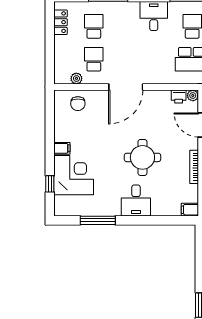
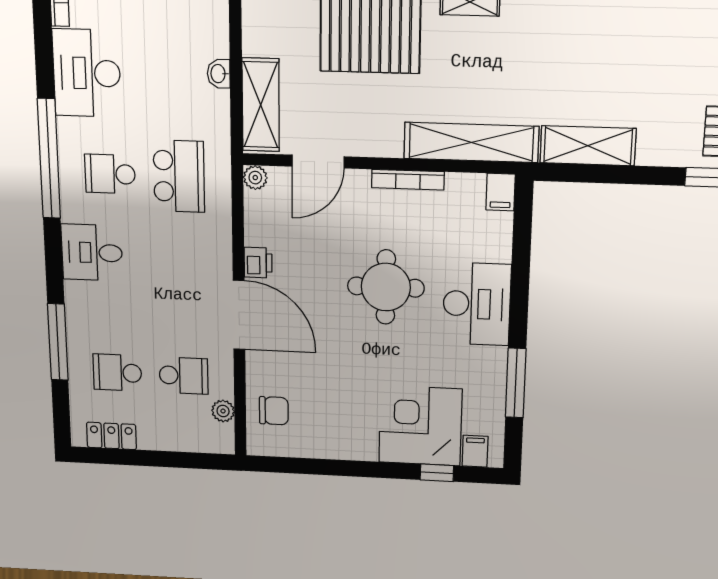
school desk: (94, 59) -> (184, 376), turned 180
printer: (179, 96) -> (258, 263), moved
filing cabinet: (62, 148) -> (475, 451), moved
desk: (136, 200) -> (477, 304), width x1.37

